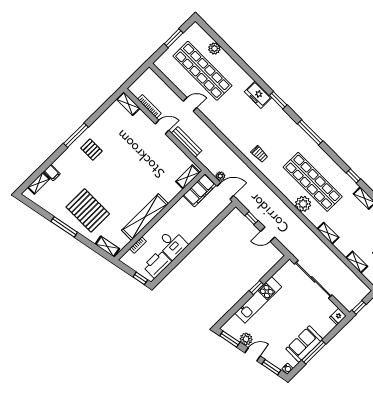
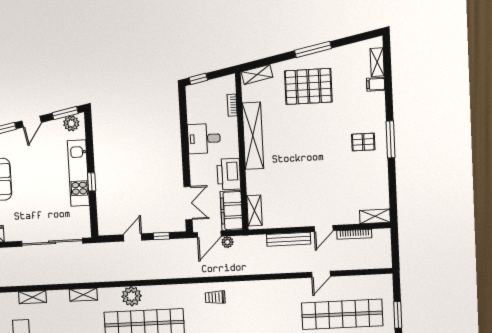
double door: (218, 220) -> (188, 203), added
printer: (157, 264) -> (229, 174), moved, turned 180
plant: (246, 339) -> (71, 123), moved

